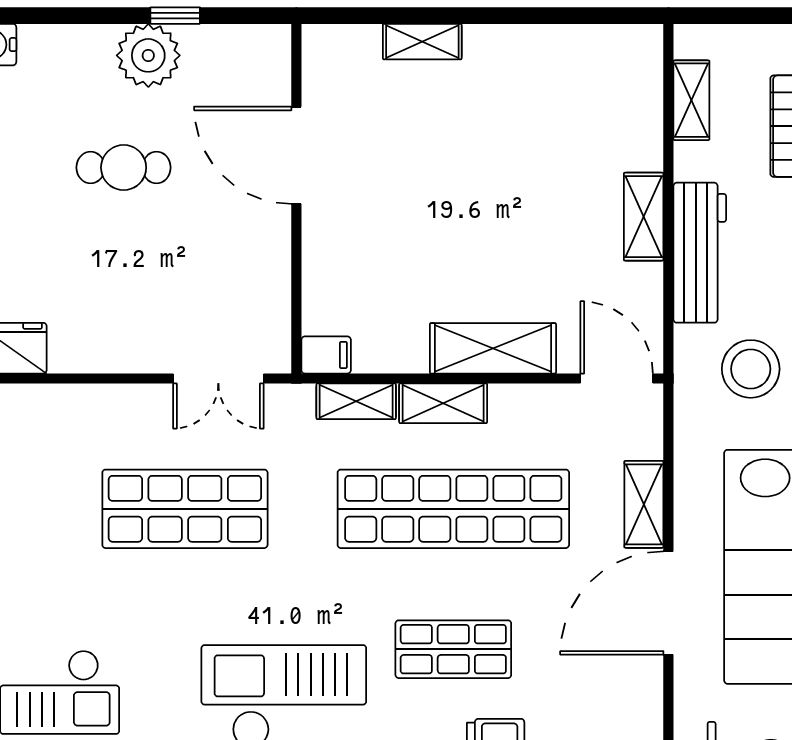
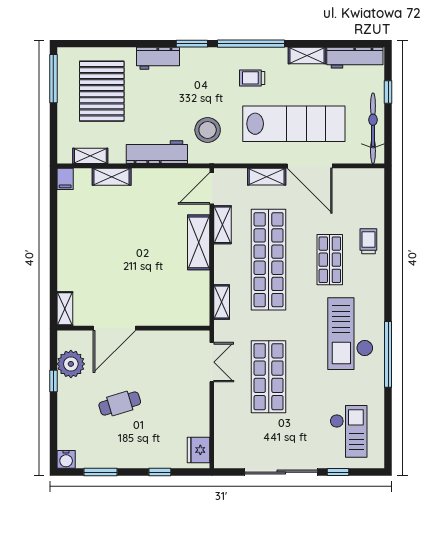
shelving: (422, 42) -> (65, 309), moved
plant: (148, 55) -> (71, 364), moved
cafe table: (124, 168) -> (120, 404), turned 73
shelving: (644, 217) -> (112, 177), moved
filing cabinet: (326, 355) -> (65, 179), moved, turned 180
shelving: (443, 403) -> (223, 225), moved

